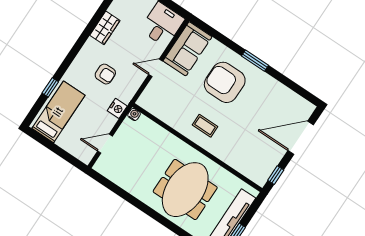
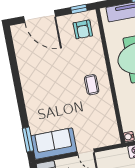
window: (255, 61) -> (28, 140), moved
armchair: (225, 82) -> (83, 29), moved, width x0.53, depth x0.53

